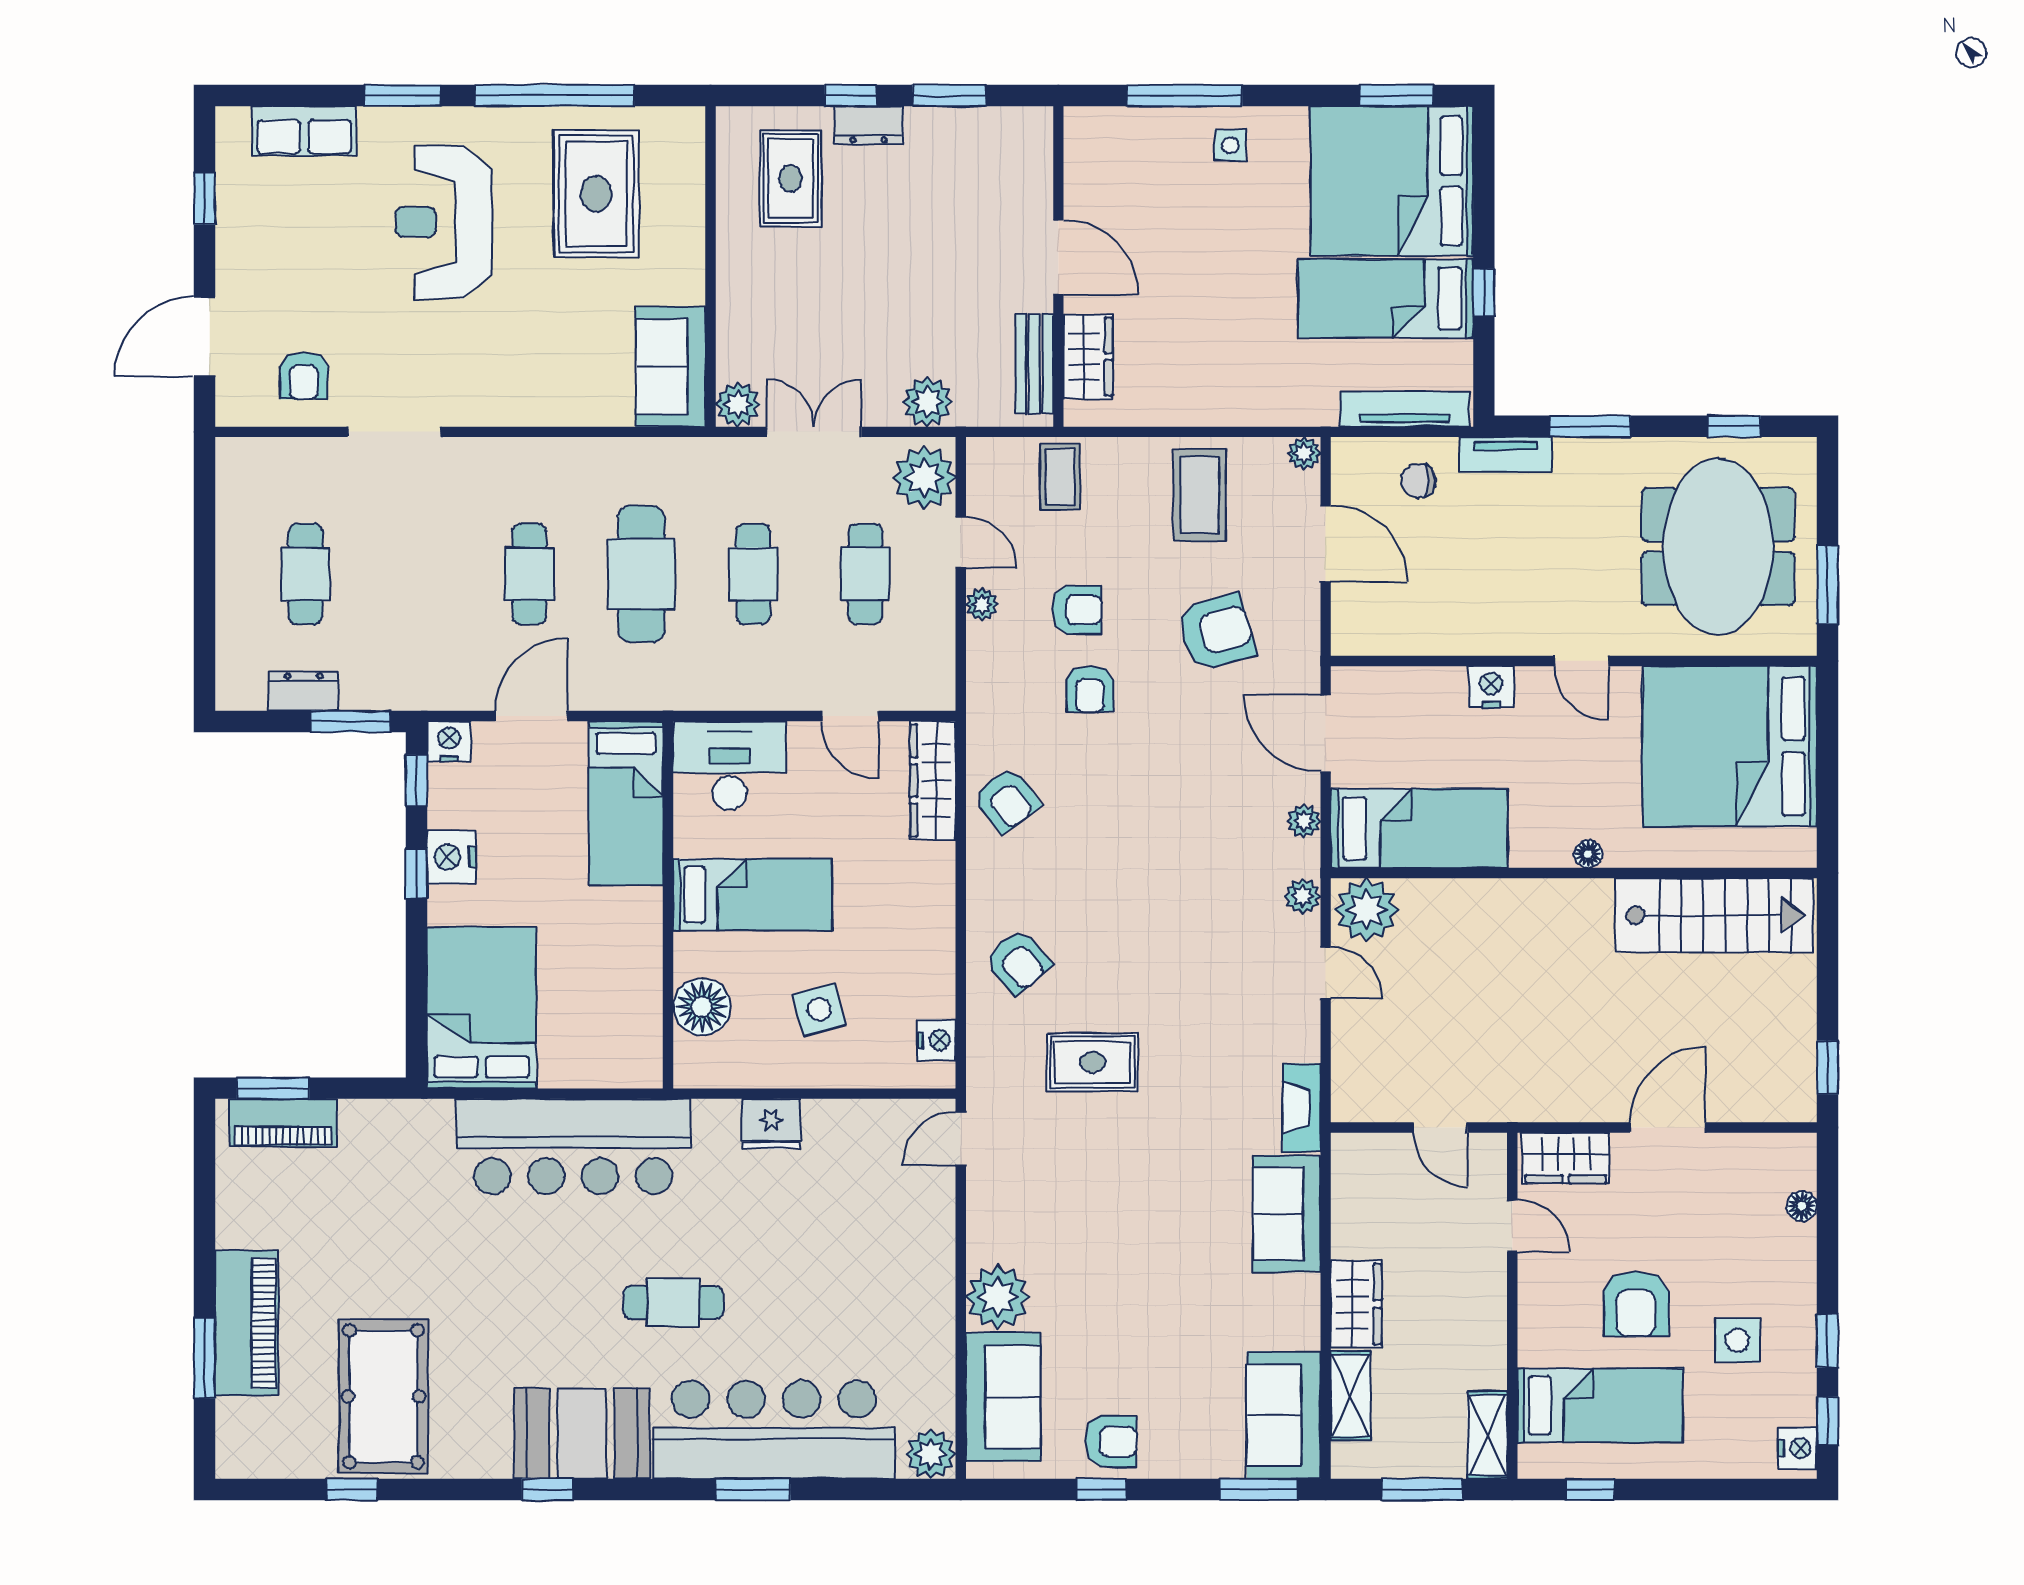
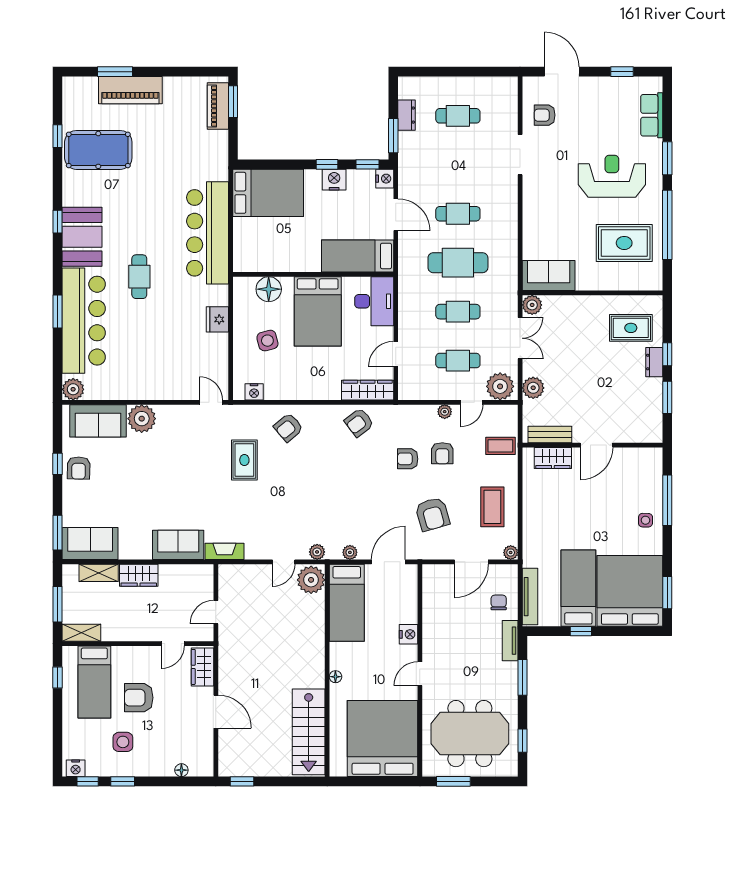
coffee table: (1200, 495) -> (492, 507), turned 90
bed: (753, 895) -> (318, 311), width x1.50

